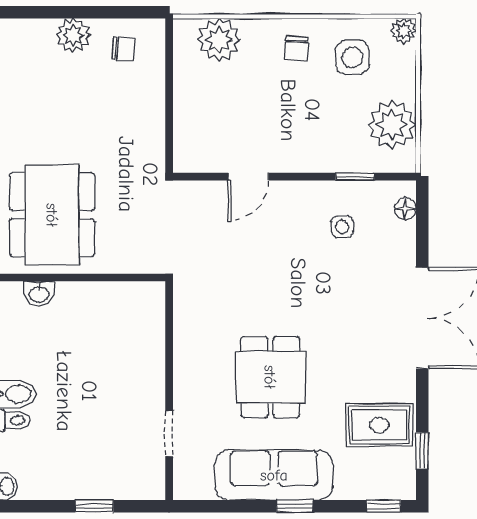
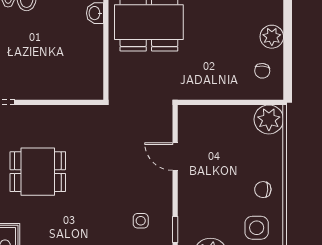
plant: (219, 40) -> (269, 119), moved

